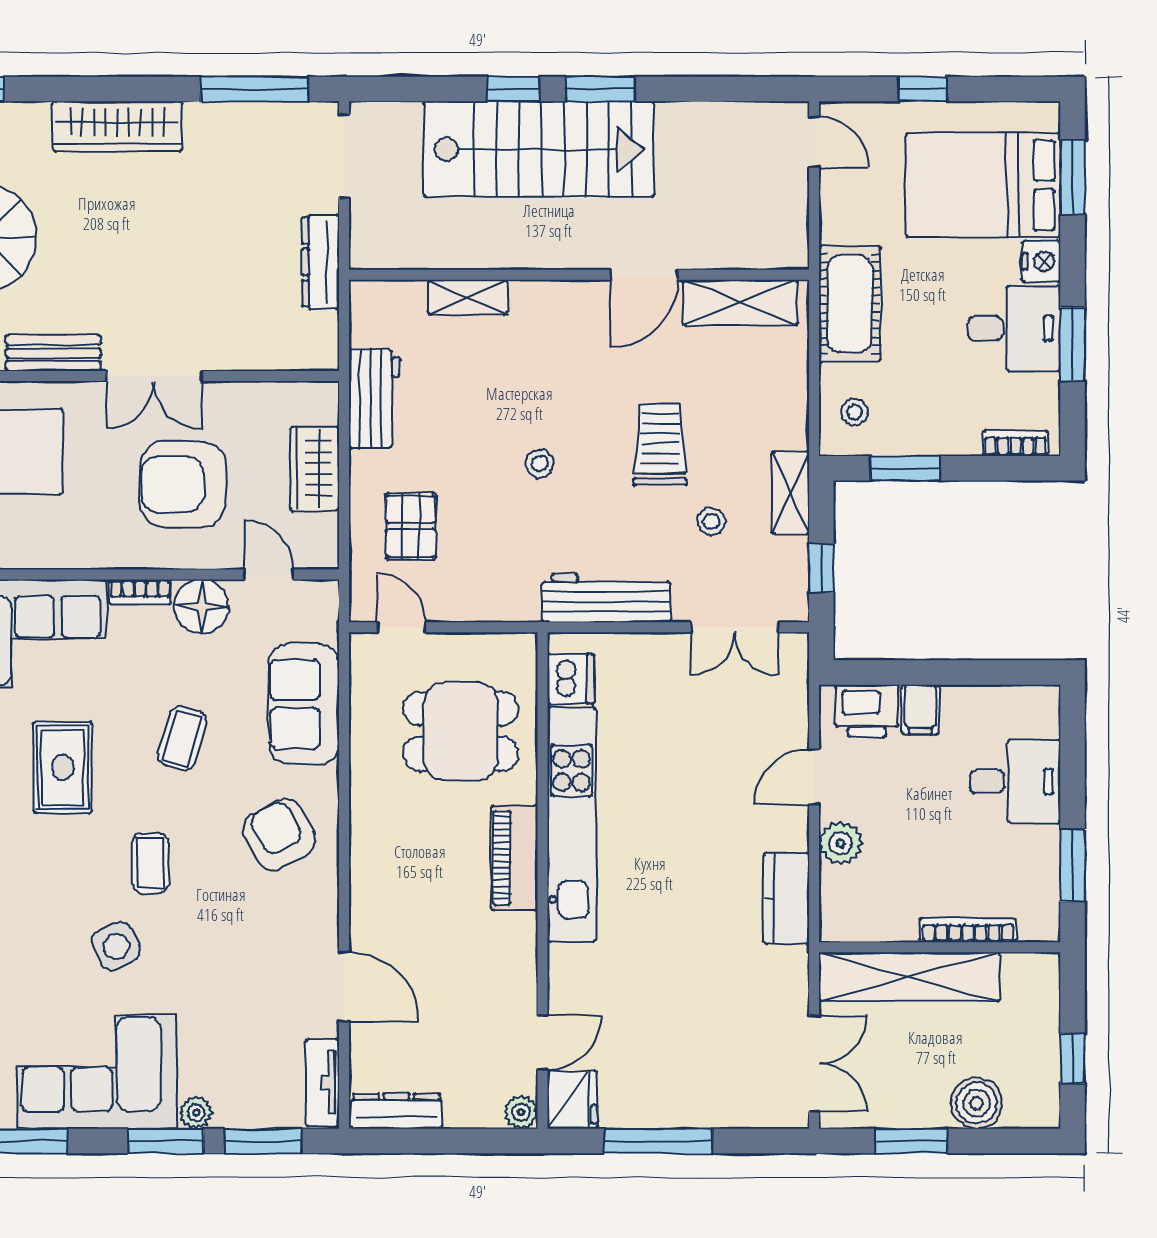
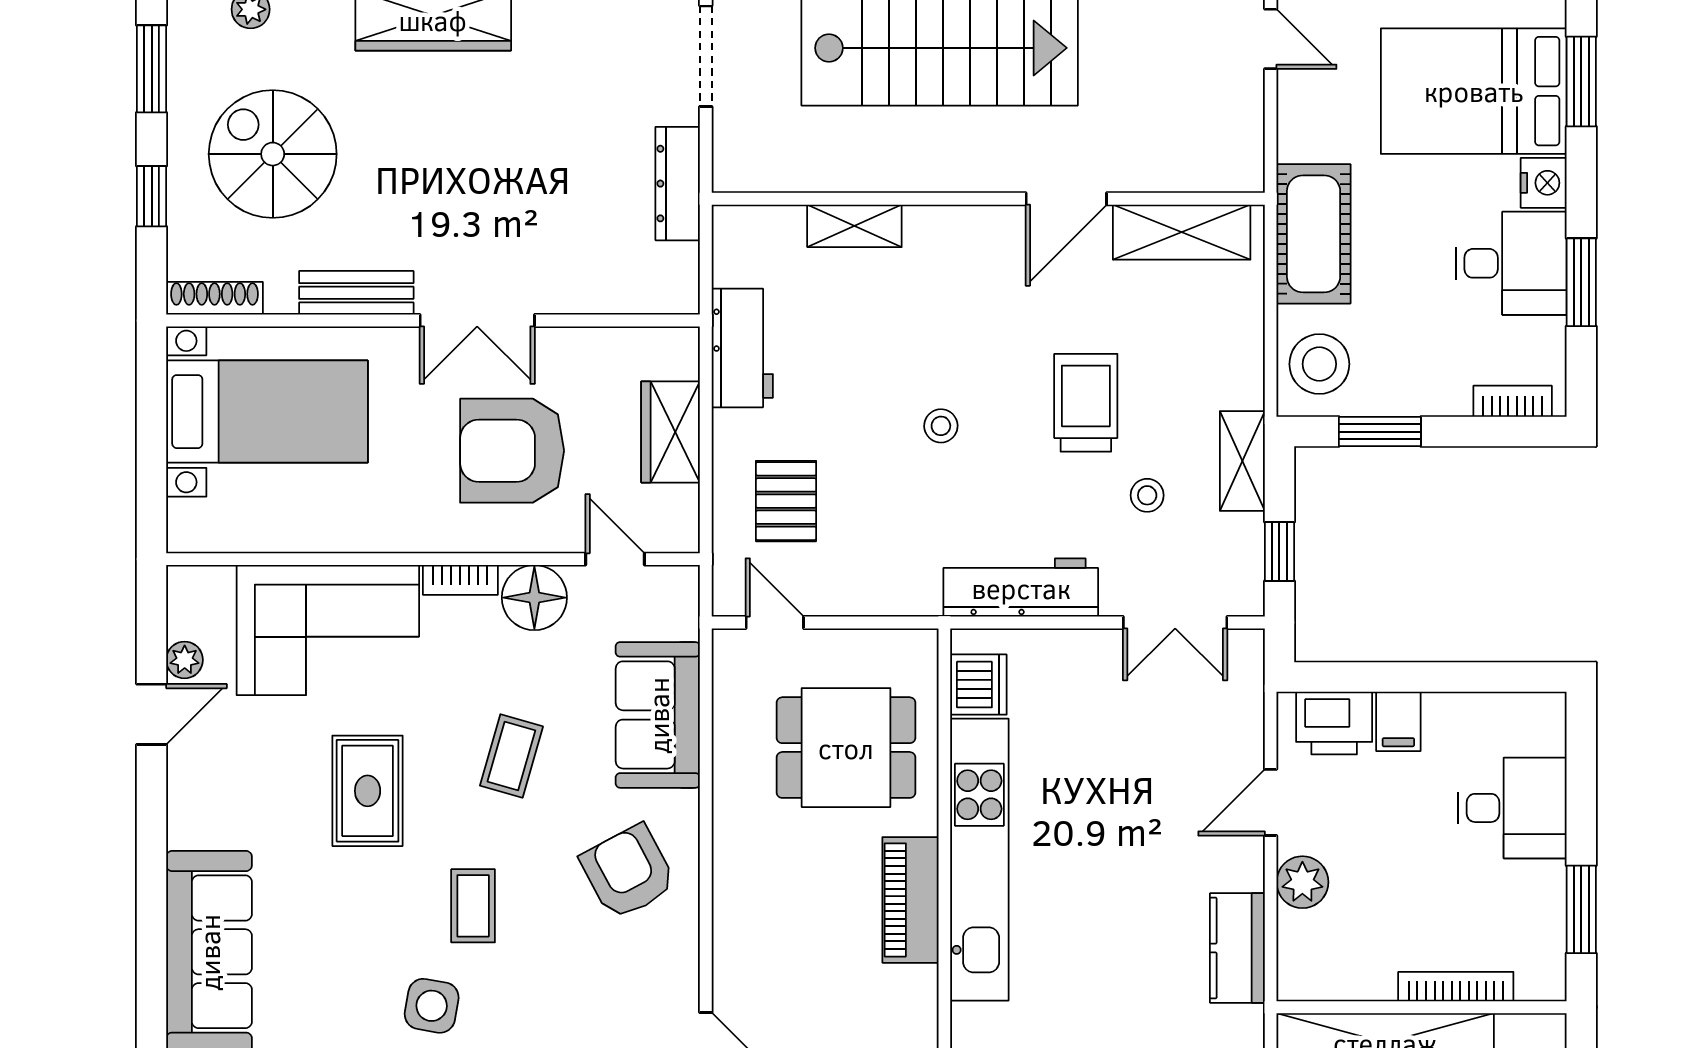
stool: (855, 412) -> (1319, 364), width x1.89, depth x1.89
side table: (116, 946) -> (432, 1006), turned 36

